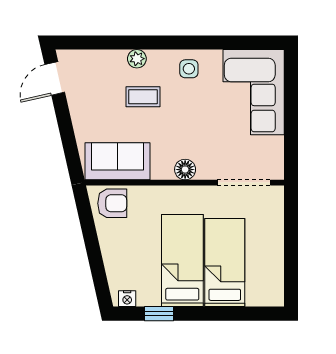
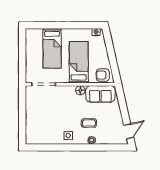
corner sofa: (254, 92) -> (39, 125), removed
floor lamp: (185, 170) -> (80, 90), moved
bed: (182, 261) -> (79, 62), moved, turned 180
window: (159, 314) -> (82, 25), removed

